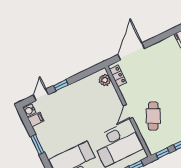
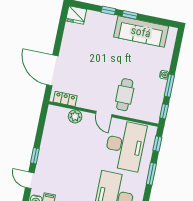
plant: (105, 80) -> (75, 116), moved
cafe table: (153, 116) -> (125, 95), turned 64

